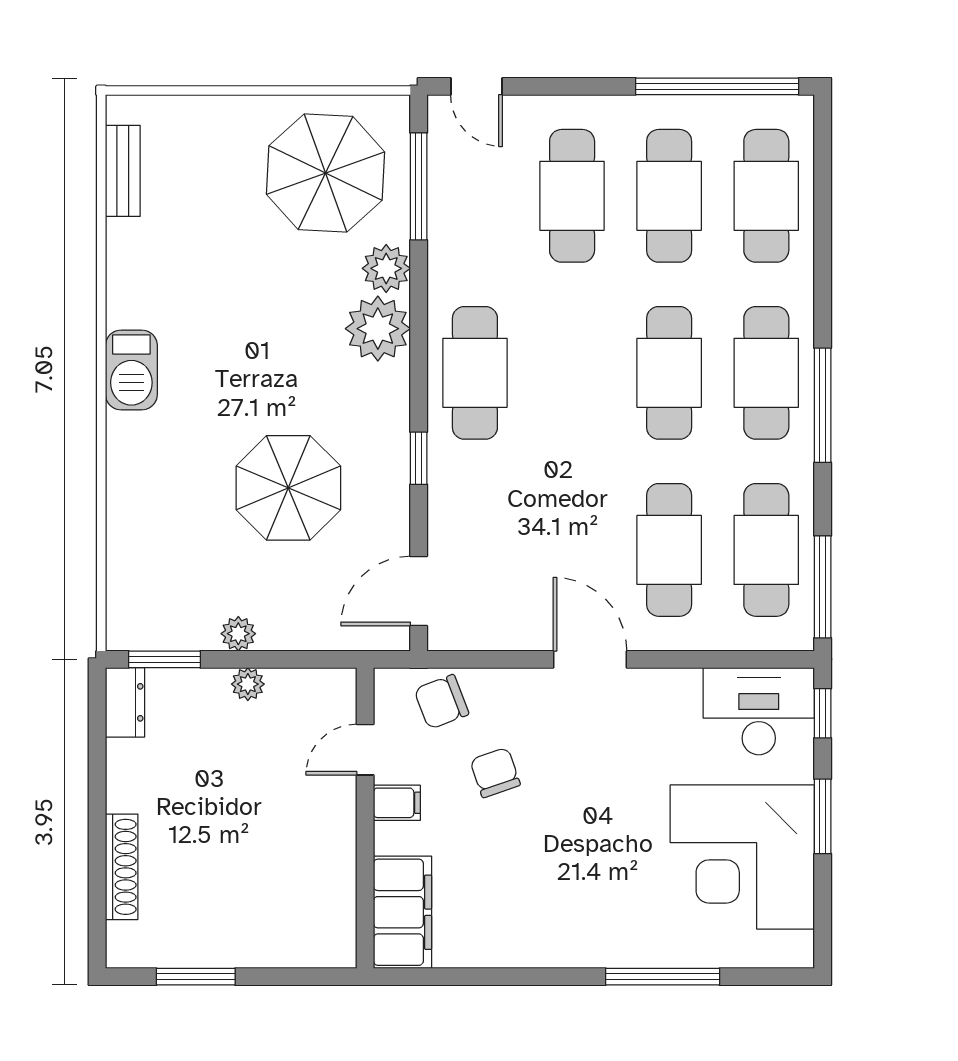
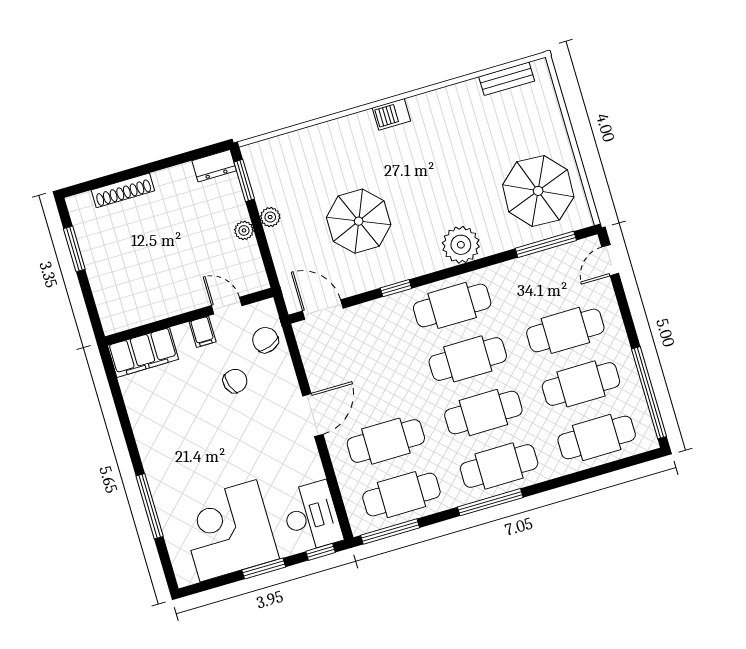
plant: (386, 268) -> (495, 240), removed
barbecue: (131, 370) -> (391, 114), width x0.73, depth x0.79
cafe table: (572, 373) -> (468, 359), added

